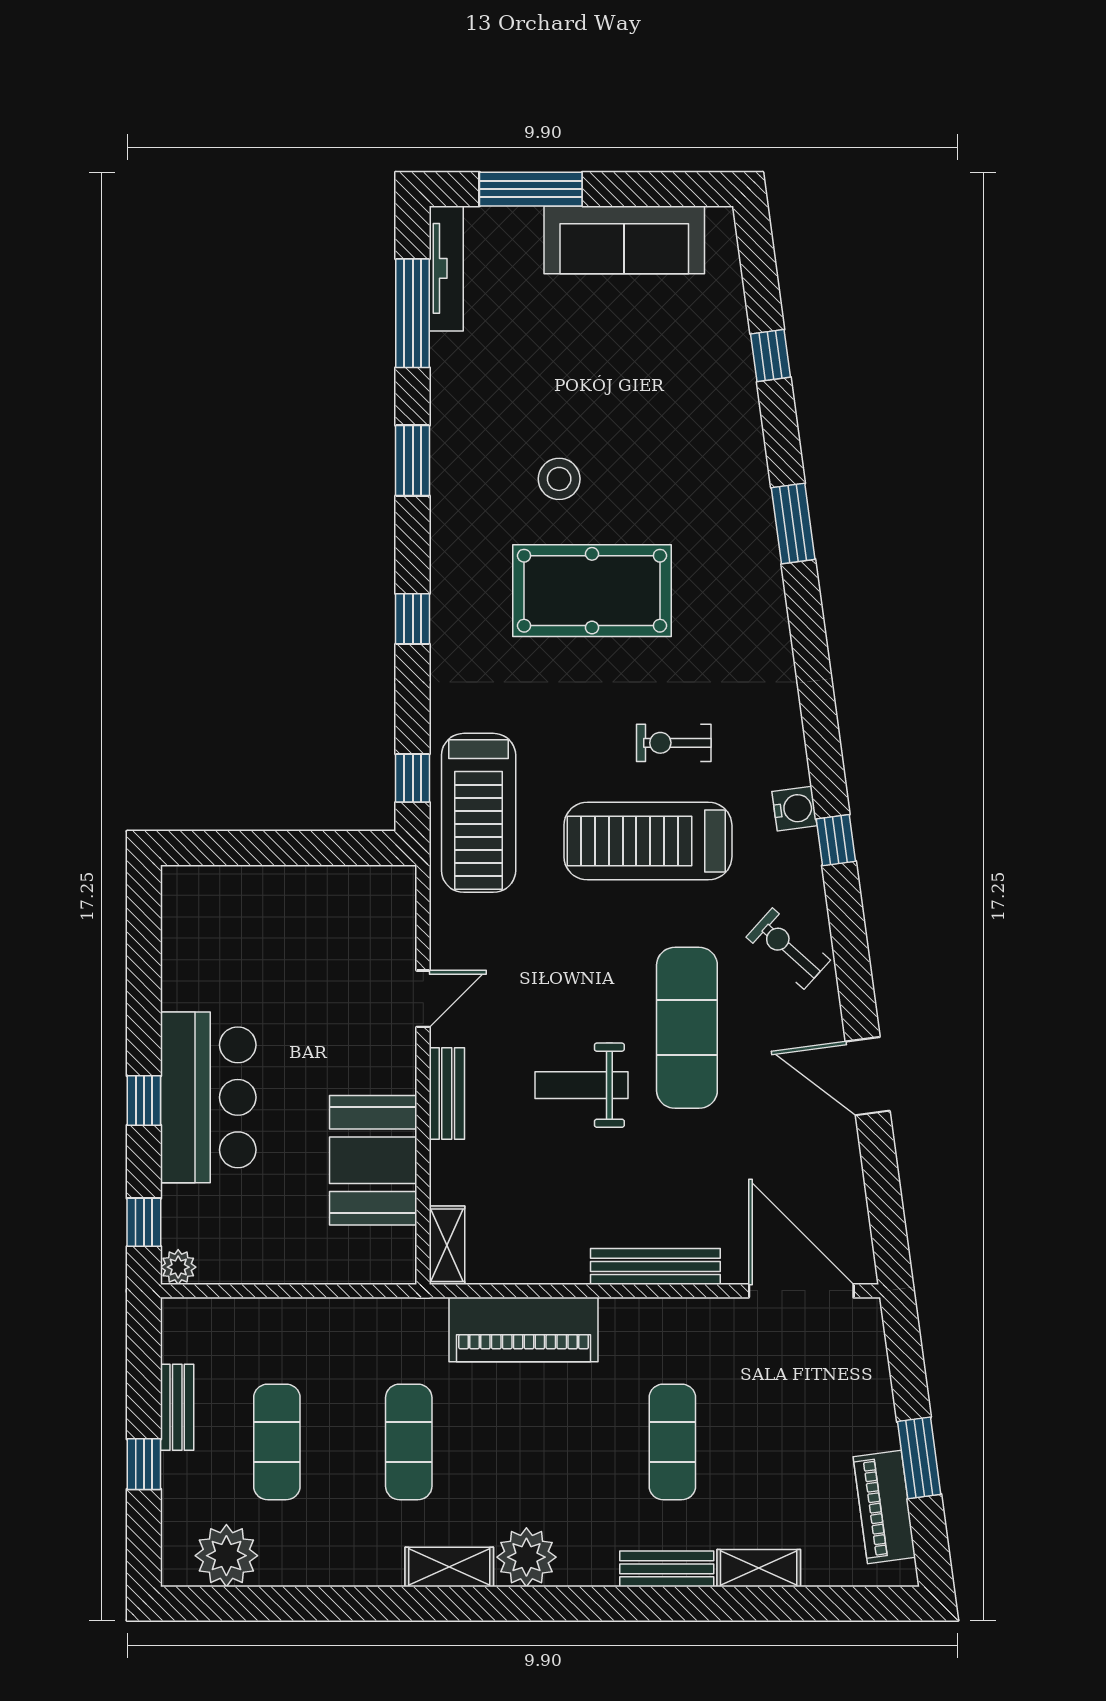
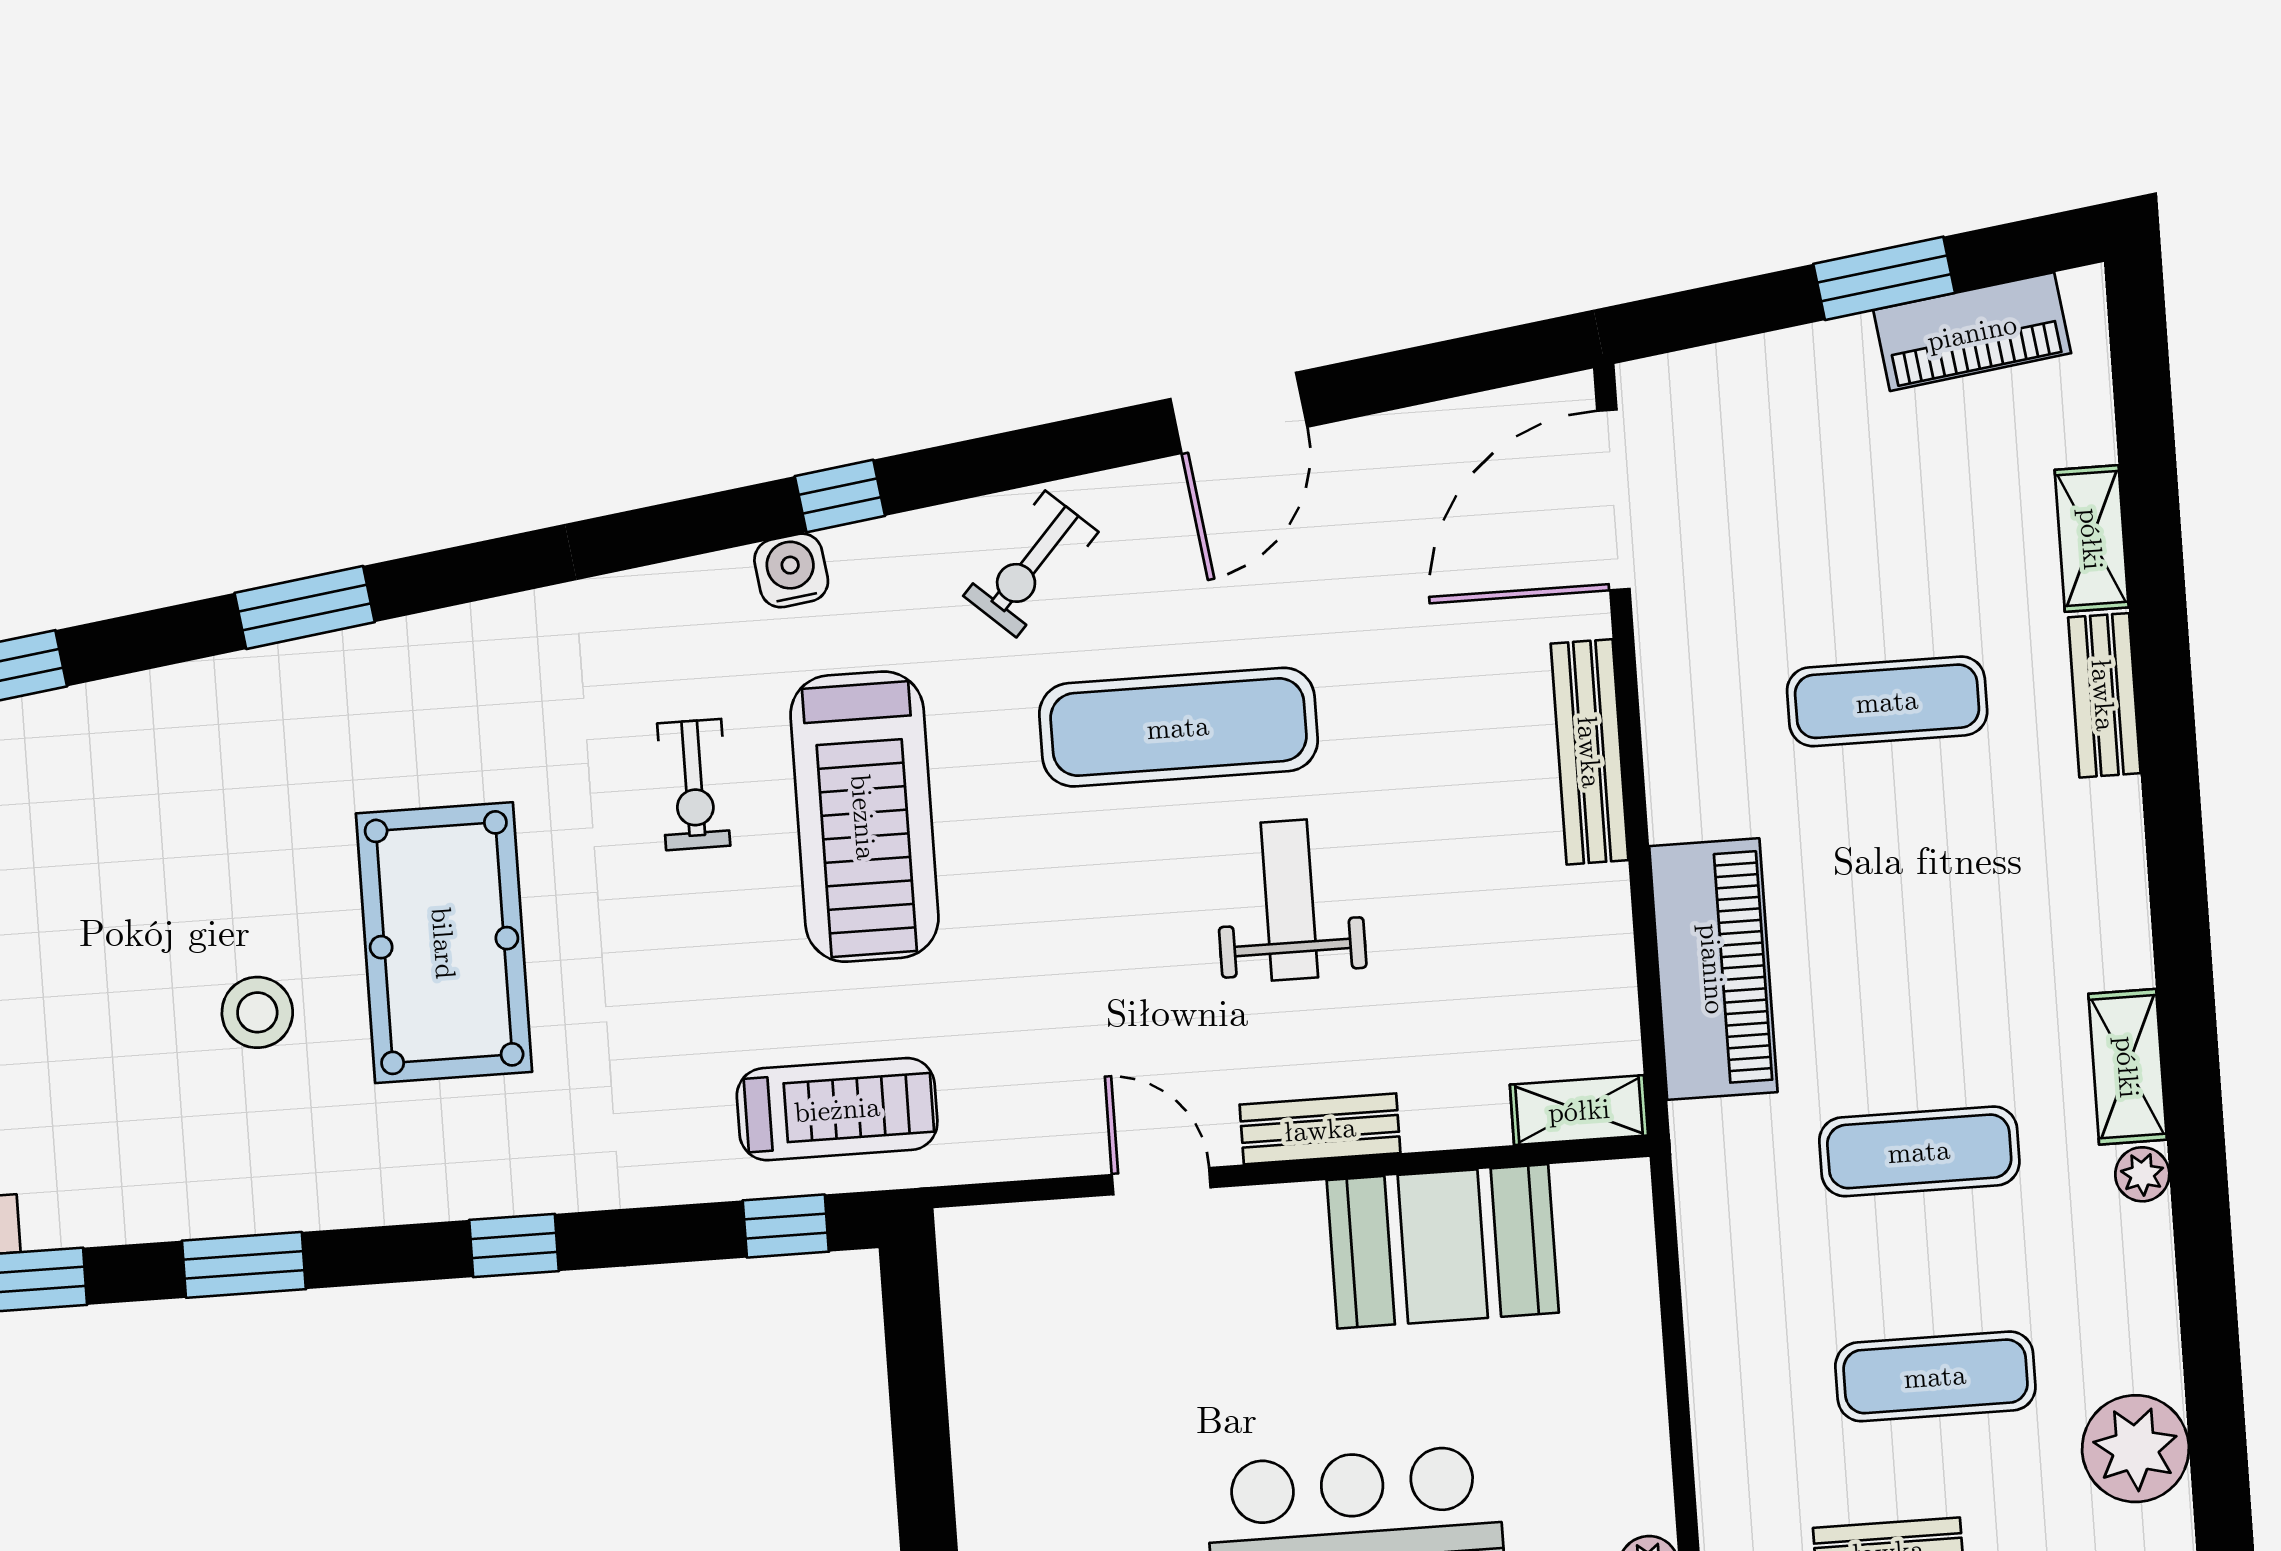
treadmill: (479, 813) -> (837, 1109), width x0.73, depth x0.73
weight bench: (582, 1085) -> (1289, 900), turned 180
plant: (526, 1557) -> (2142, 1174), moved, width x0.53, depth x0.53

